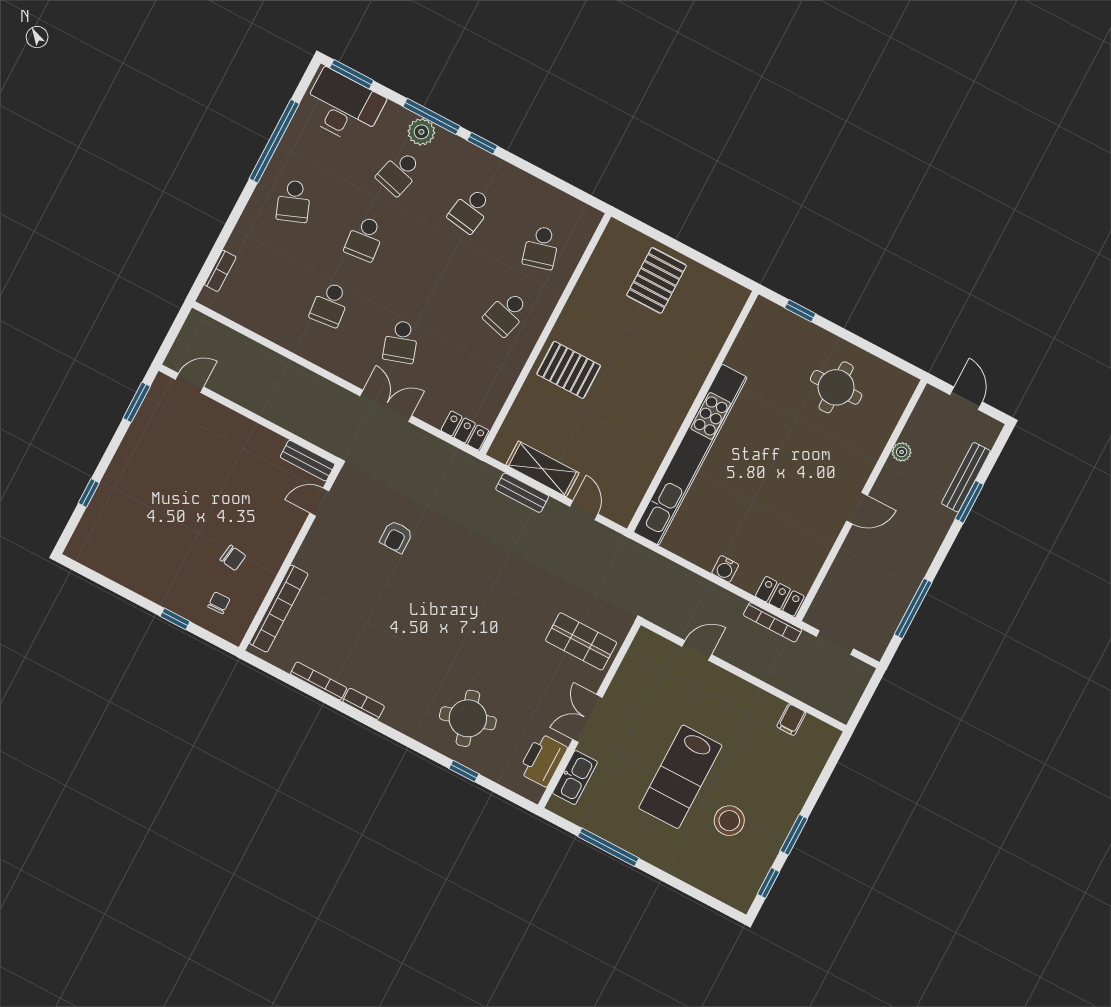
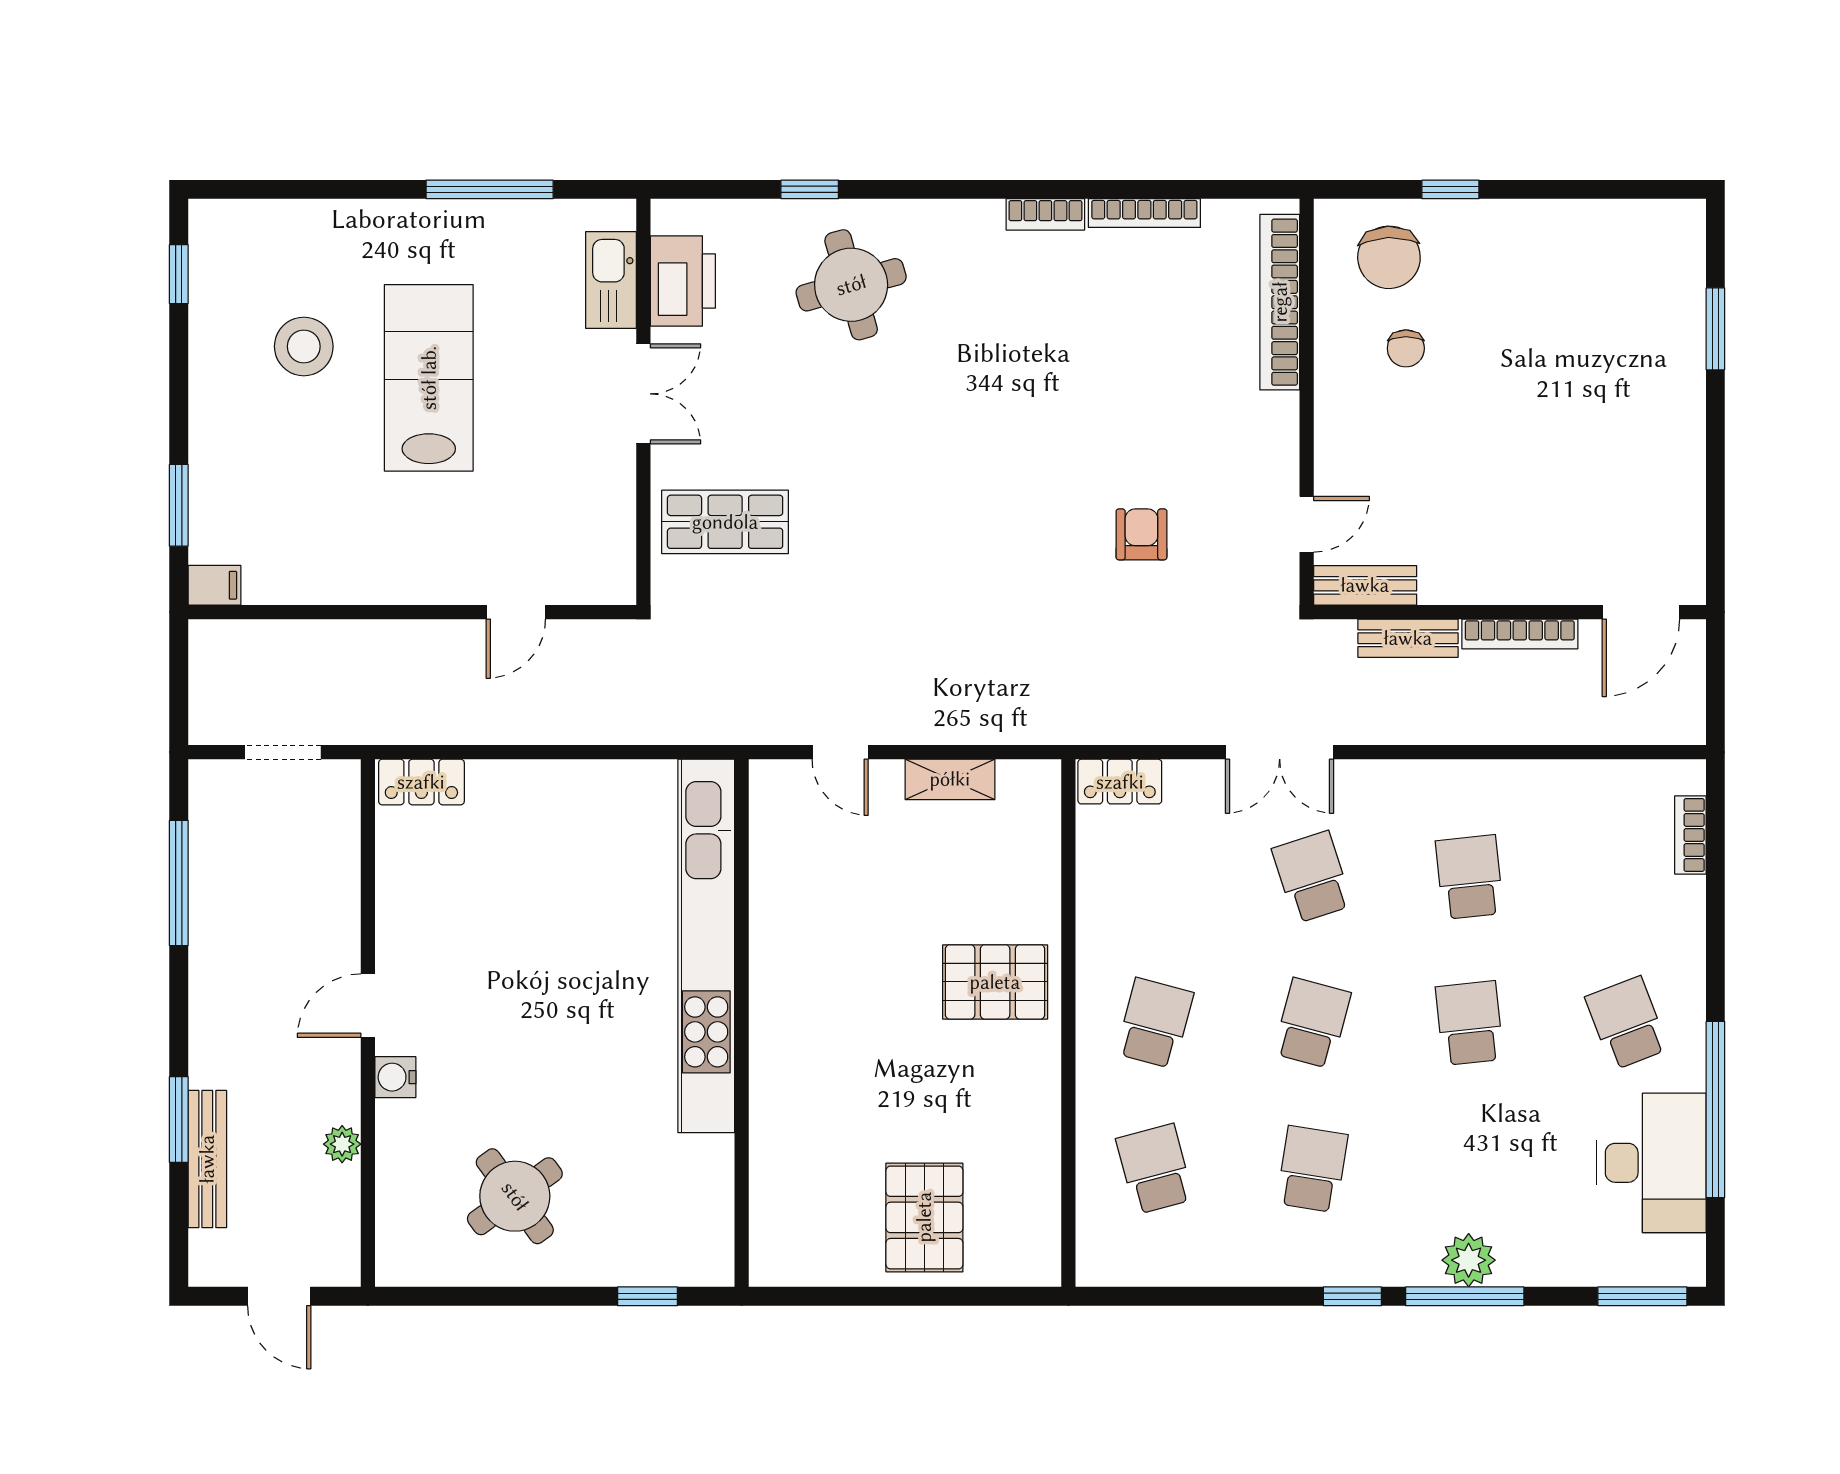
desk: (343, 107) -> (1651, 1163), moved, turned -90
school desk: (399, 173) -> (1312, 1023), moved
door: (190, 383) -> (1641, 612), width x1.38
round table: (836, 387) -> (515, 1196), turned -36
window: (137, 402) -> (1715, 530), removed
shelving: (542, 469) -> (950, 779), width x0.67, depth x0.75
window: (89, 493) -> (1715, 329), width x1.50
bench: (522, 493) -> (1408, 638), moved
chair: (233, 558) -> (1406, 348), turned -98
water cooler: (725, 569) -> (395, 1077), moved, turned -90
chair: (219, 603) -> (1389, 257), width x1.87, depth x1.87
bookcase: (773, 622) -> (1520, 634), moved, turned 180
filing cabinet: (791, 720) -> (214, 585), moved, turned 90
window: (794, 835) -> (179, 505), moved

